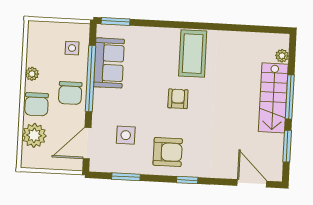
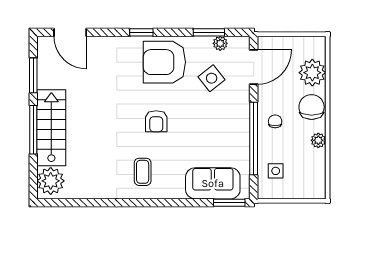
coffee table: (193, 54) -> (143, 172), width x0.54, depth x0.58
plant: (282, 56) -> (51, 181), width x1.88, depth x1.88
sofa: (109, 63) -> (213, 183), moved, turned 90
chair: (70, 93) -> (275, 121), width x0.54, depth x0.54
side table: (126, 135) -> (212, 78), turned -38
armchair: (168, 152) -> (164, 62), width x1.36, depth x1.36
plant: (116, 166) -> (220, 43), added

